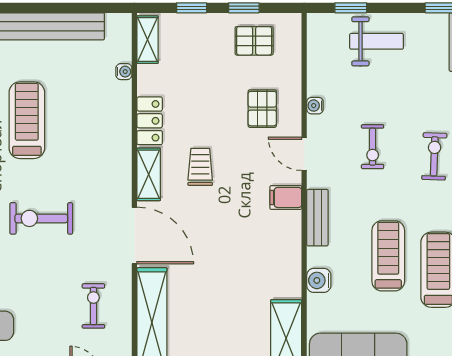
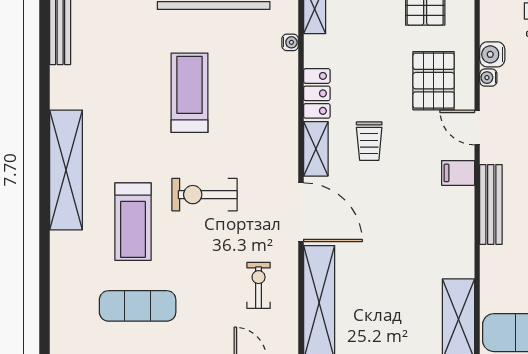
pallet: (262, 109) -> (434, 81), width x1.50, depth x1.42
trolley: (200, 167) -> (369, 141), turned 180
bench: (317, 218) -> (491, 204), width x1.36
water cooler: (319, 280) -> (492, 54), moved

